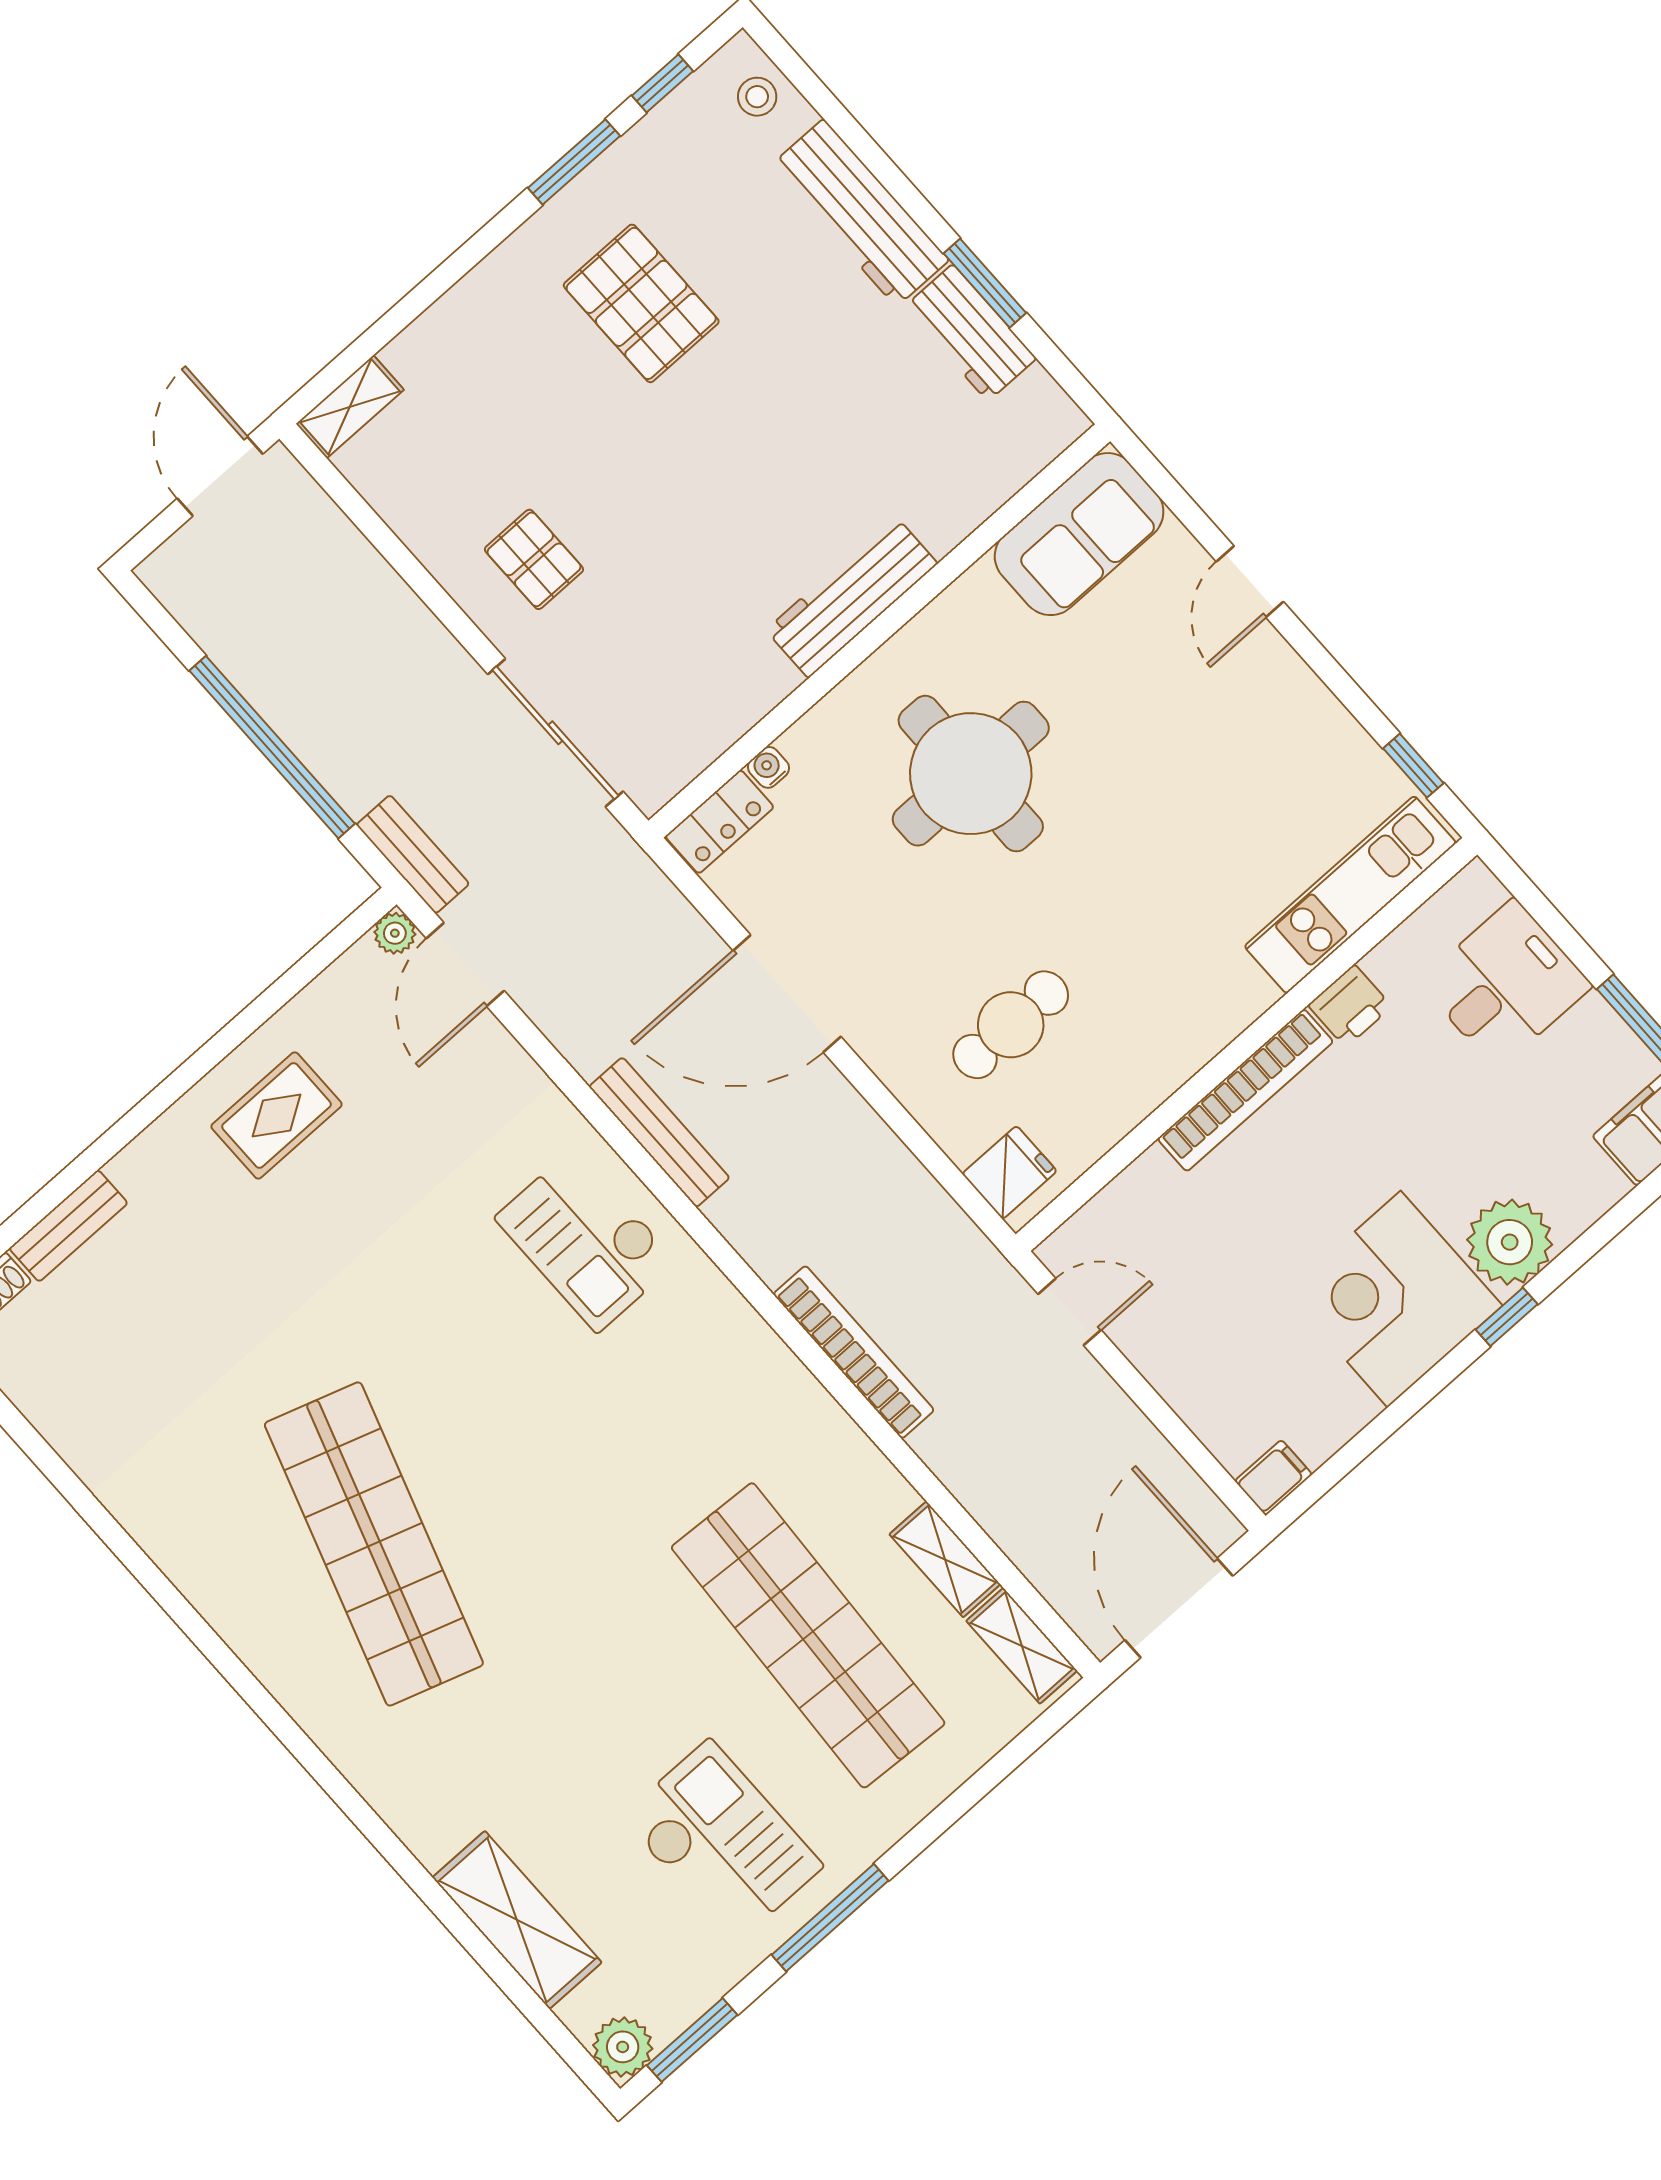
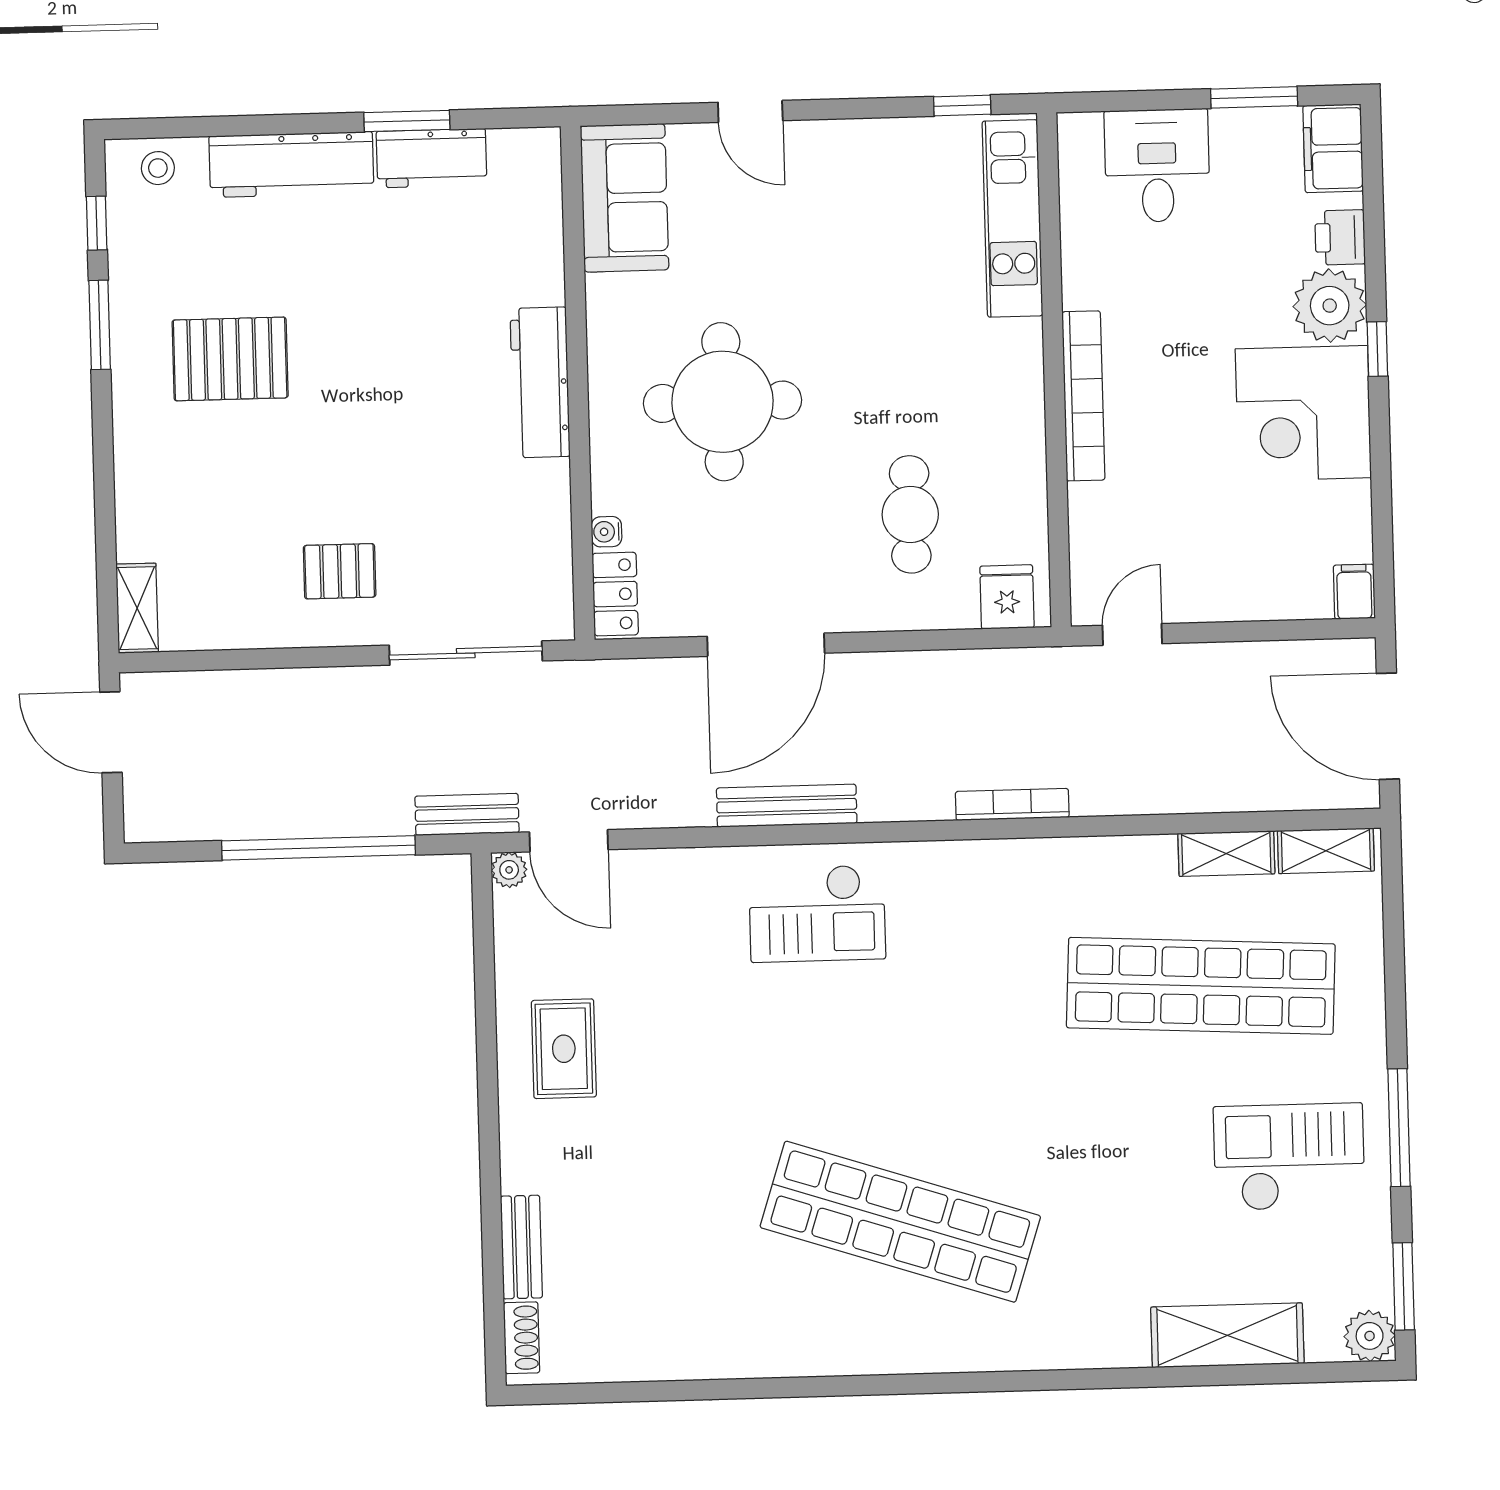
printer: (1350, 1006) -> (1340, 237), moved, turned 180
bookcase: (854, 1352) -> (1012, 804), width x0.68, depth x0.76

